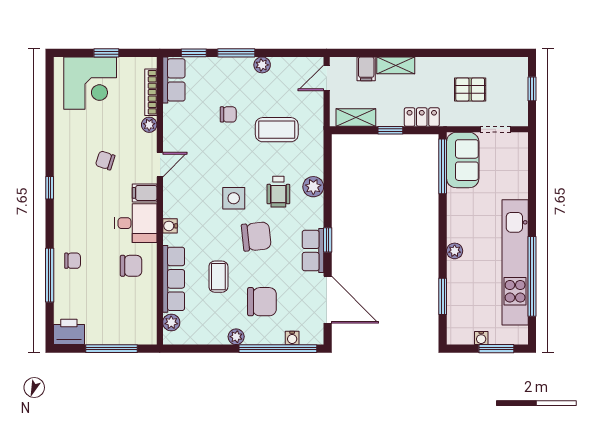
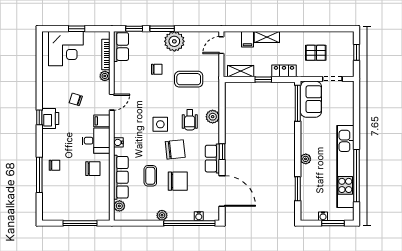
plant: (262, 65) -> (174, 41), width x1.88, depth x1.88
chair: (262, 302) -> (178, 181), moved
printer: (69, 332) -> (50, 118), moved, turned 90

